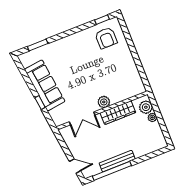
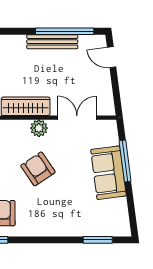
armchair: (94, 75) -> (38, 169), added
sofa: (45, 85) -> (108, 173), width x0.73
window: (40, 103) -> (125, 161), width x2.17

